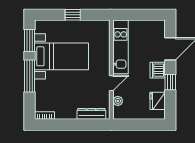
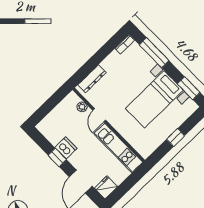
dishwasher: (158, 70) -> (66, 148), moved
window: (30, 76) -> (154, 53), moved
fridge: (158, 101) -> (106, 187), moved, turned -90

